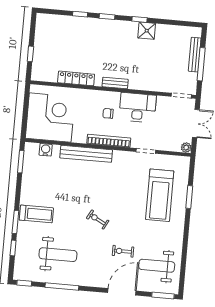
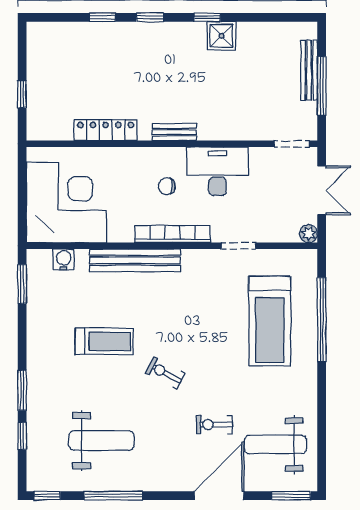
window: (189, 197) -> (322, 320), width x2.11
treadmill: (36, 214) -> (104, 341), moved

